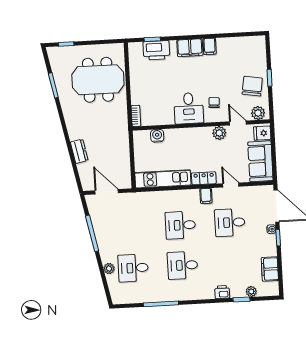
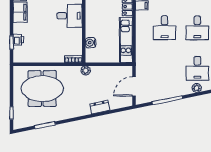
printer: (156, 50) -> (18, 40), width x0.53, depth x0.68
meeting table: (98, 80) -> (42, 89), turned 90
plant: (123, 132) -> (86, 71), added

